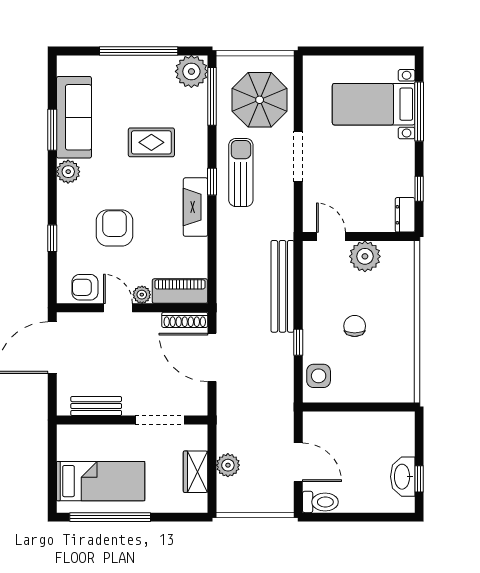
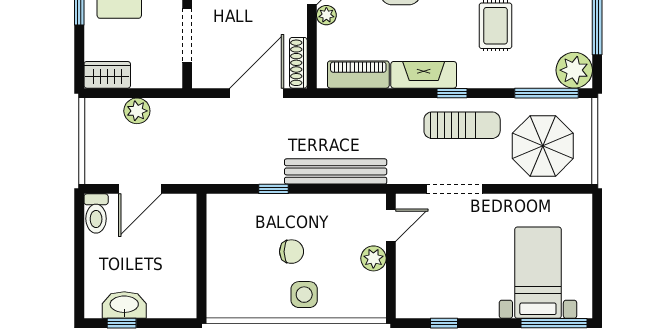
window: (419, 111) -> (554, 323), moved
doorway: (298, 157) -> (454, 189), moved
dresser: (405, 215) -> (415, 308), removed
plant: (365, 256) -> (373, 258), width x0.73, depth x0.73
piano: (180, 291) -> (358, 75), moved, turned -90
side table: (319, 376) -> (304, 295), moved
wardrobe: (196, 472) -> (107, 75), moved

